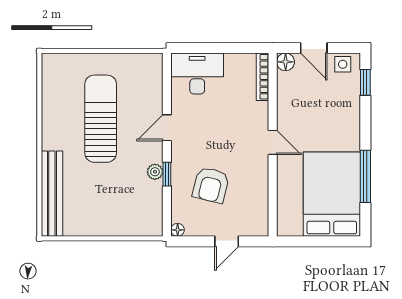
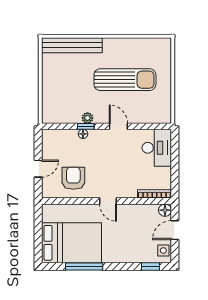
door: (273, 142) -> (108, 201), hinge flipped
armchair: (211, 185) -> (73, 178), moved, turned 76
floor lamp: (178, 230) -> (83, 134), moved
door: (227, 241) -> (38, 169), swing flipped

